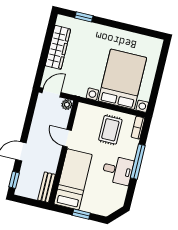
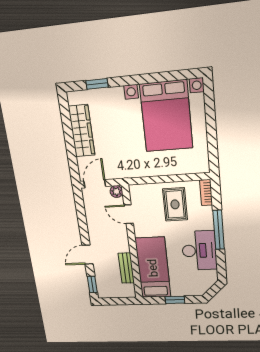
bed with nightstands: (122, 79) -> (166, 116), moved, turned 180
door: (67, 138) -> (129, 214), moved
desk: (118, 170) -> (199, 251), width x1.37
bench: (47, 187) -> (126, 268), moved

